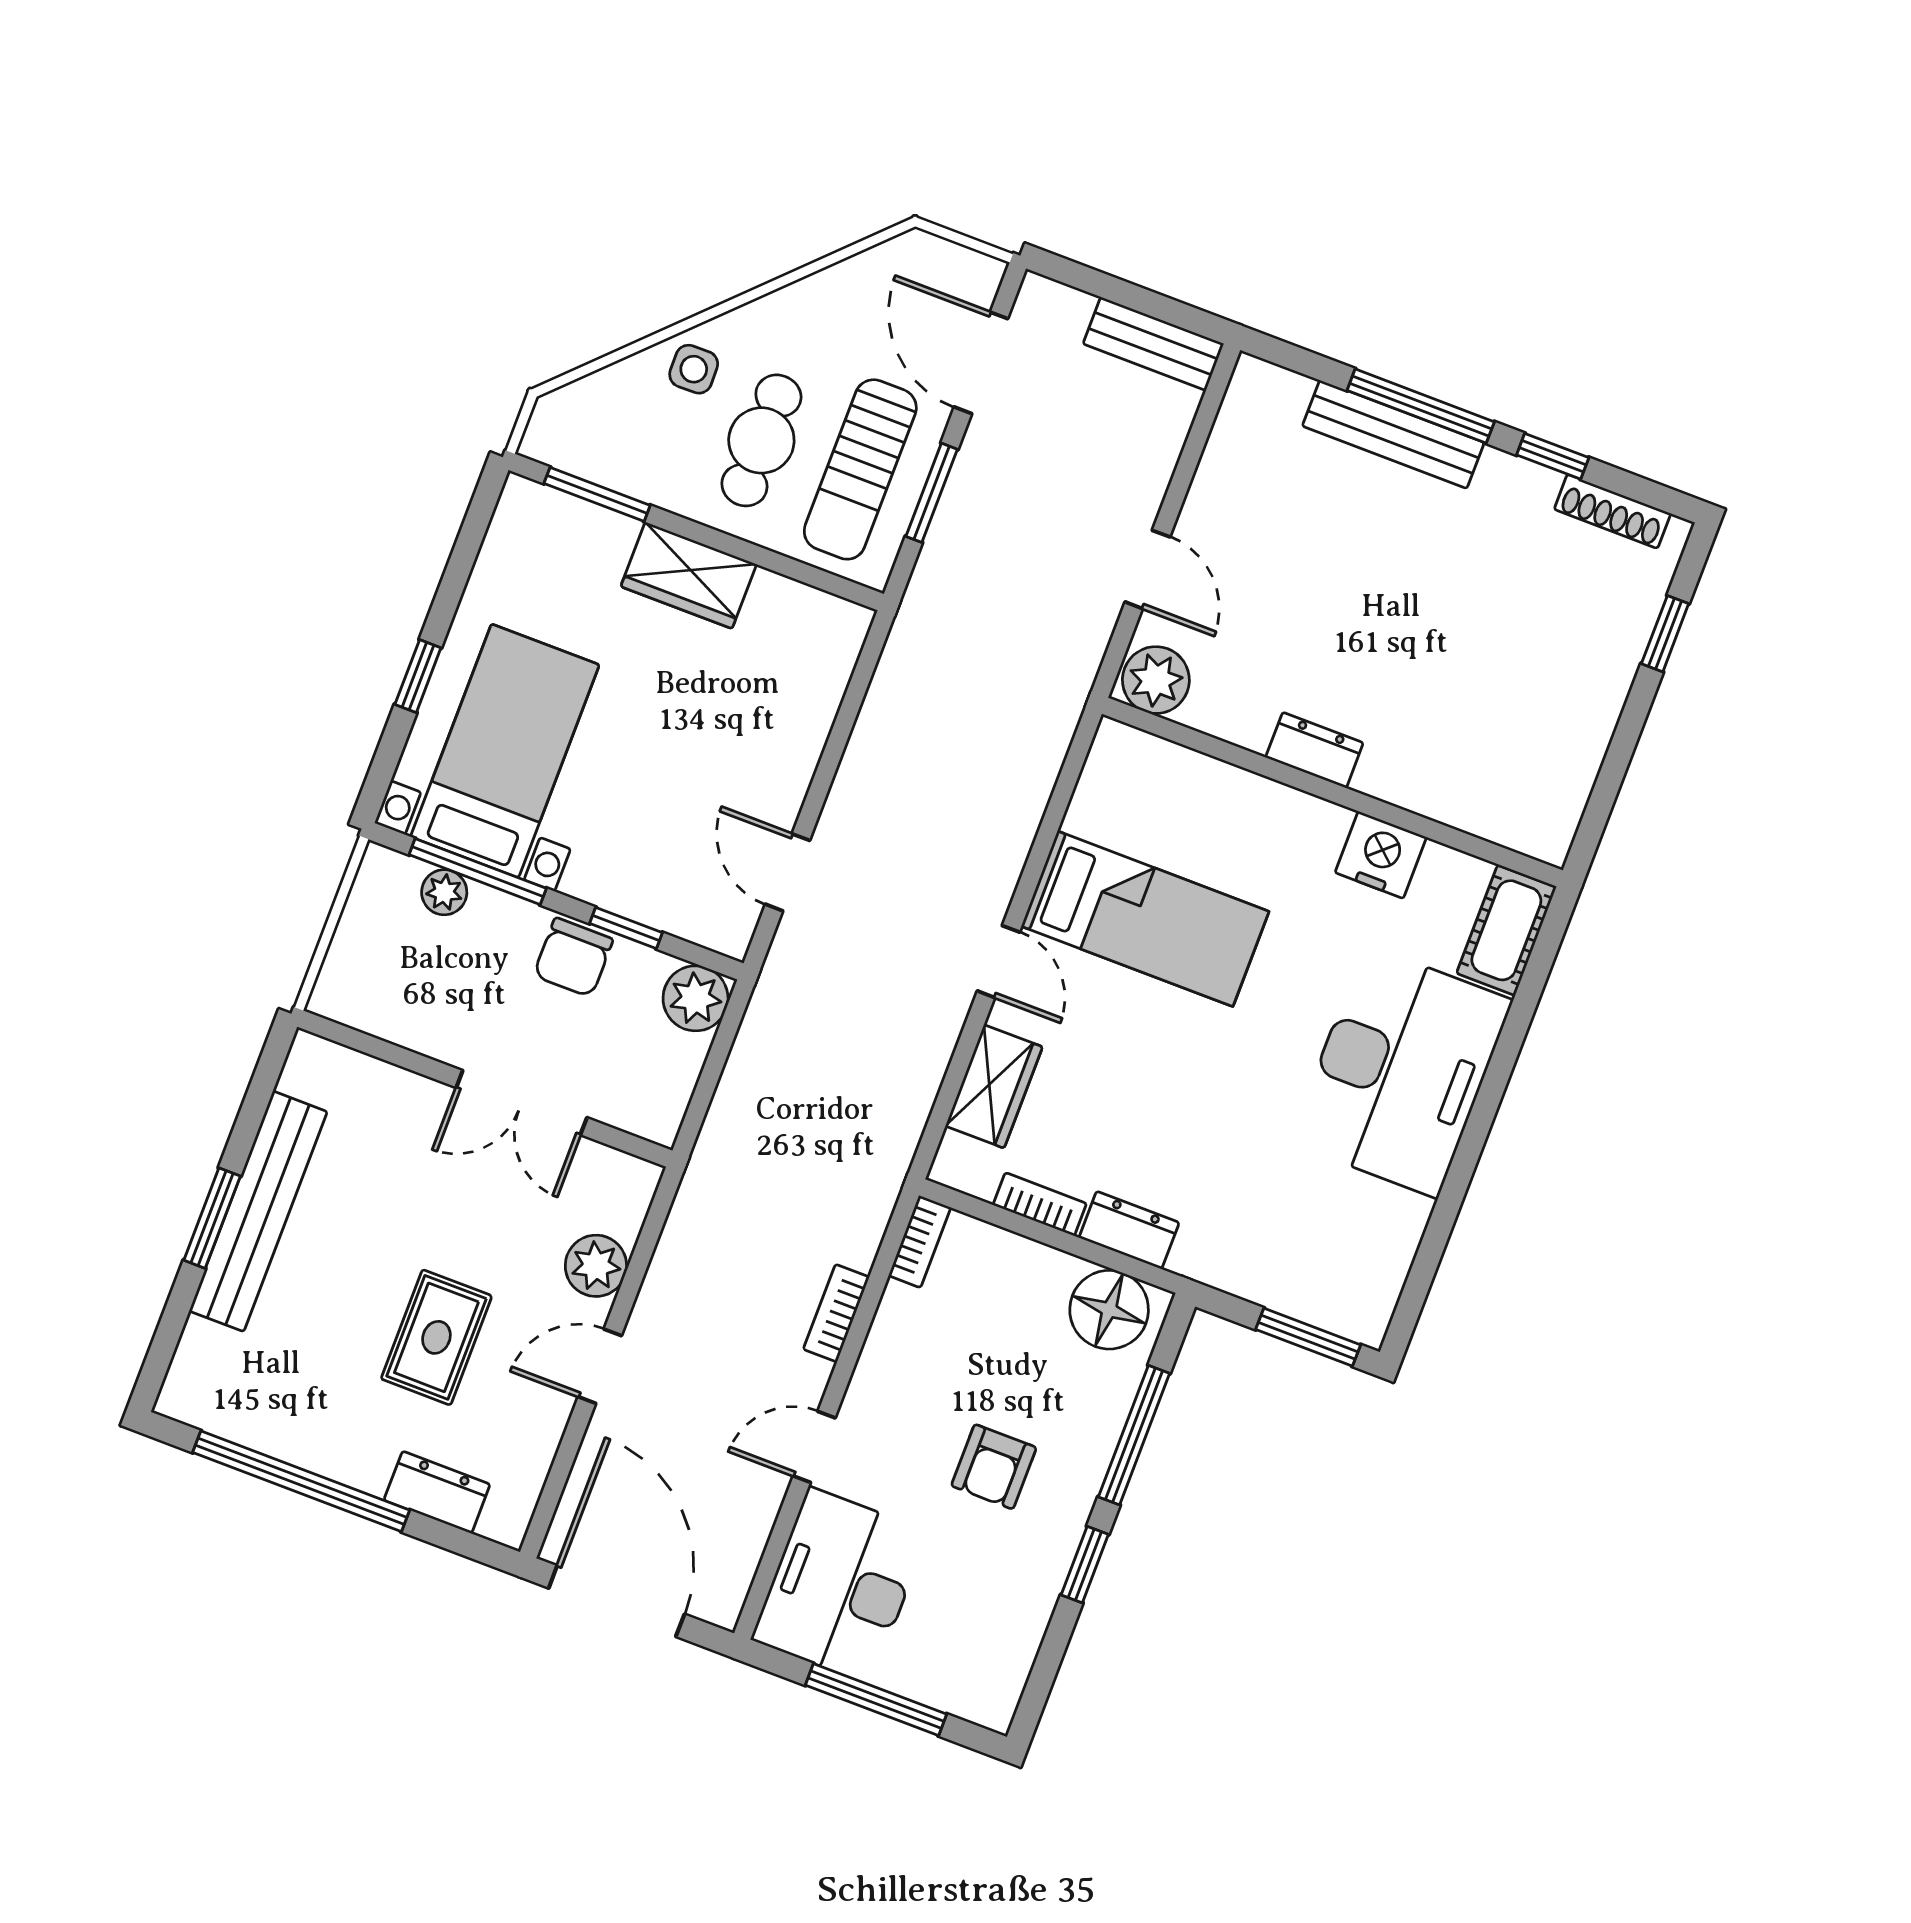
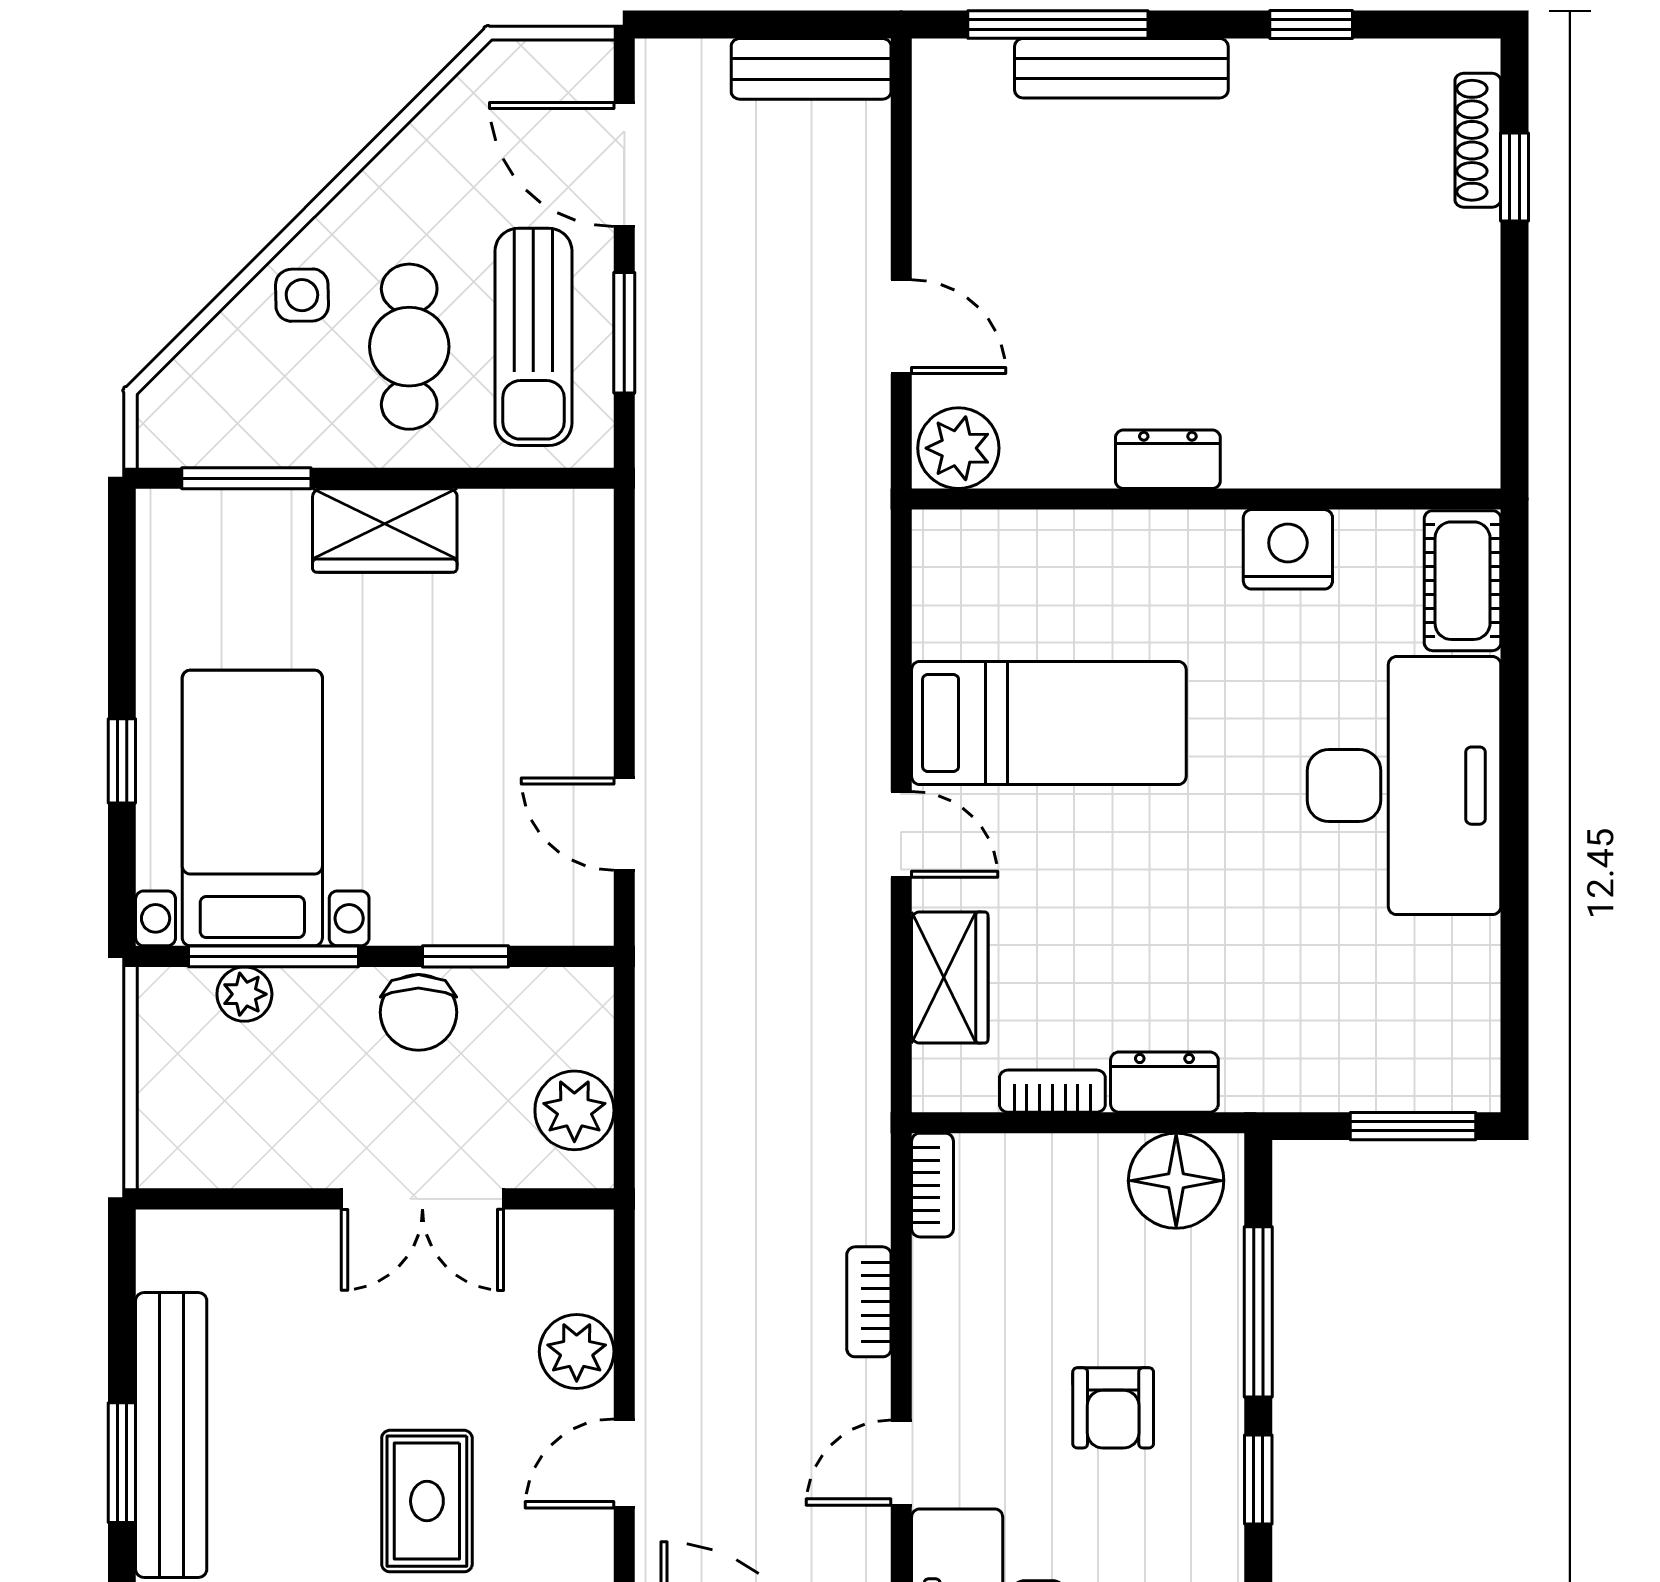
window: (1421, 406) -> (1058, 24), moved
shoe rack: (1612, 511) -> (1478, 140), moved, turned 90
plant: (696, 998) -> (574, 1110), moved

